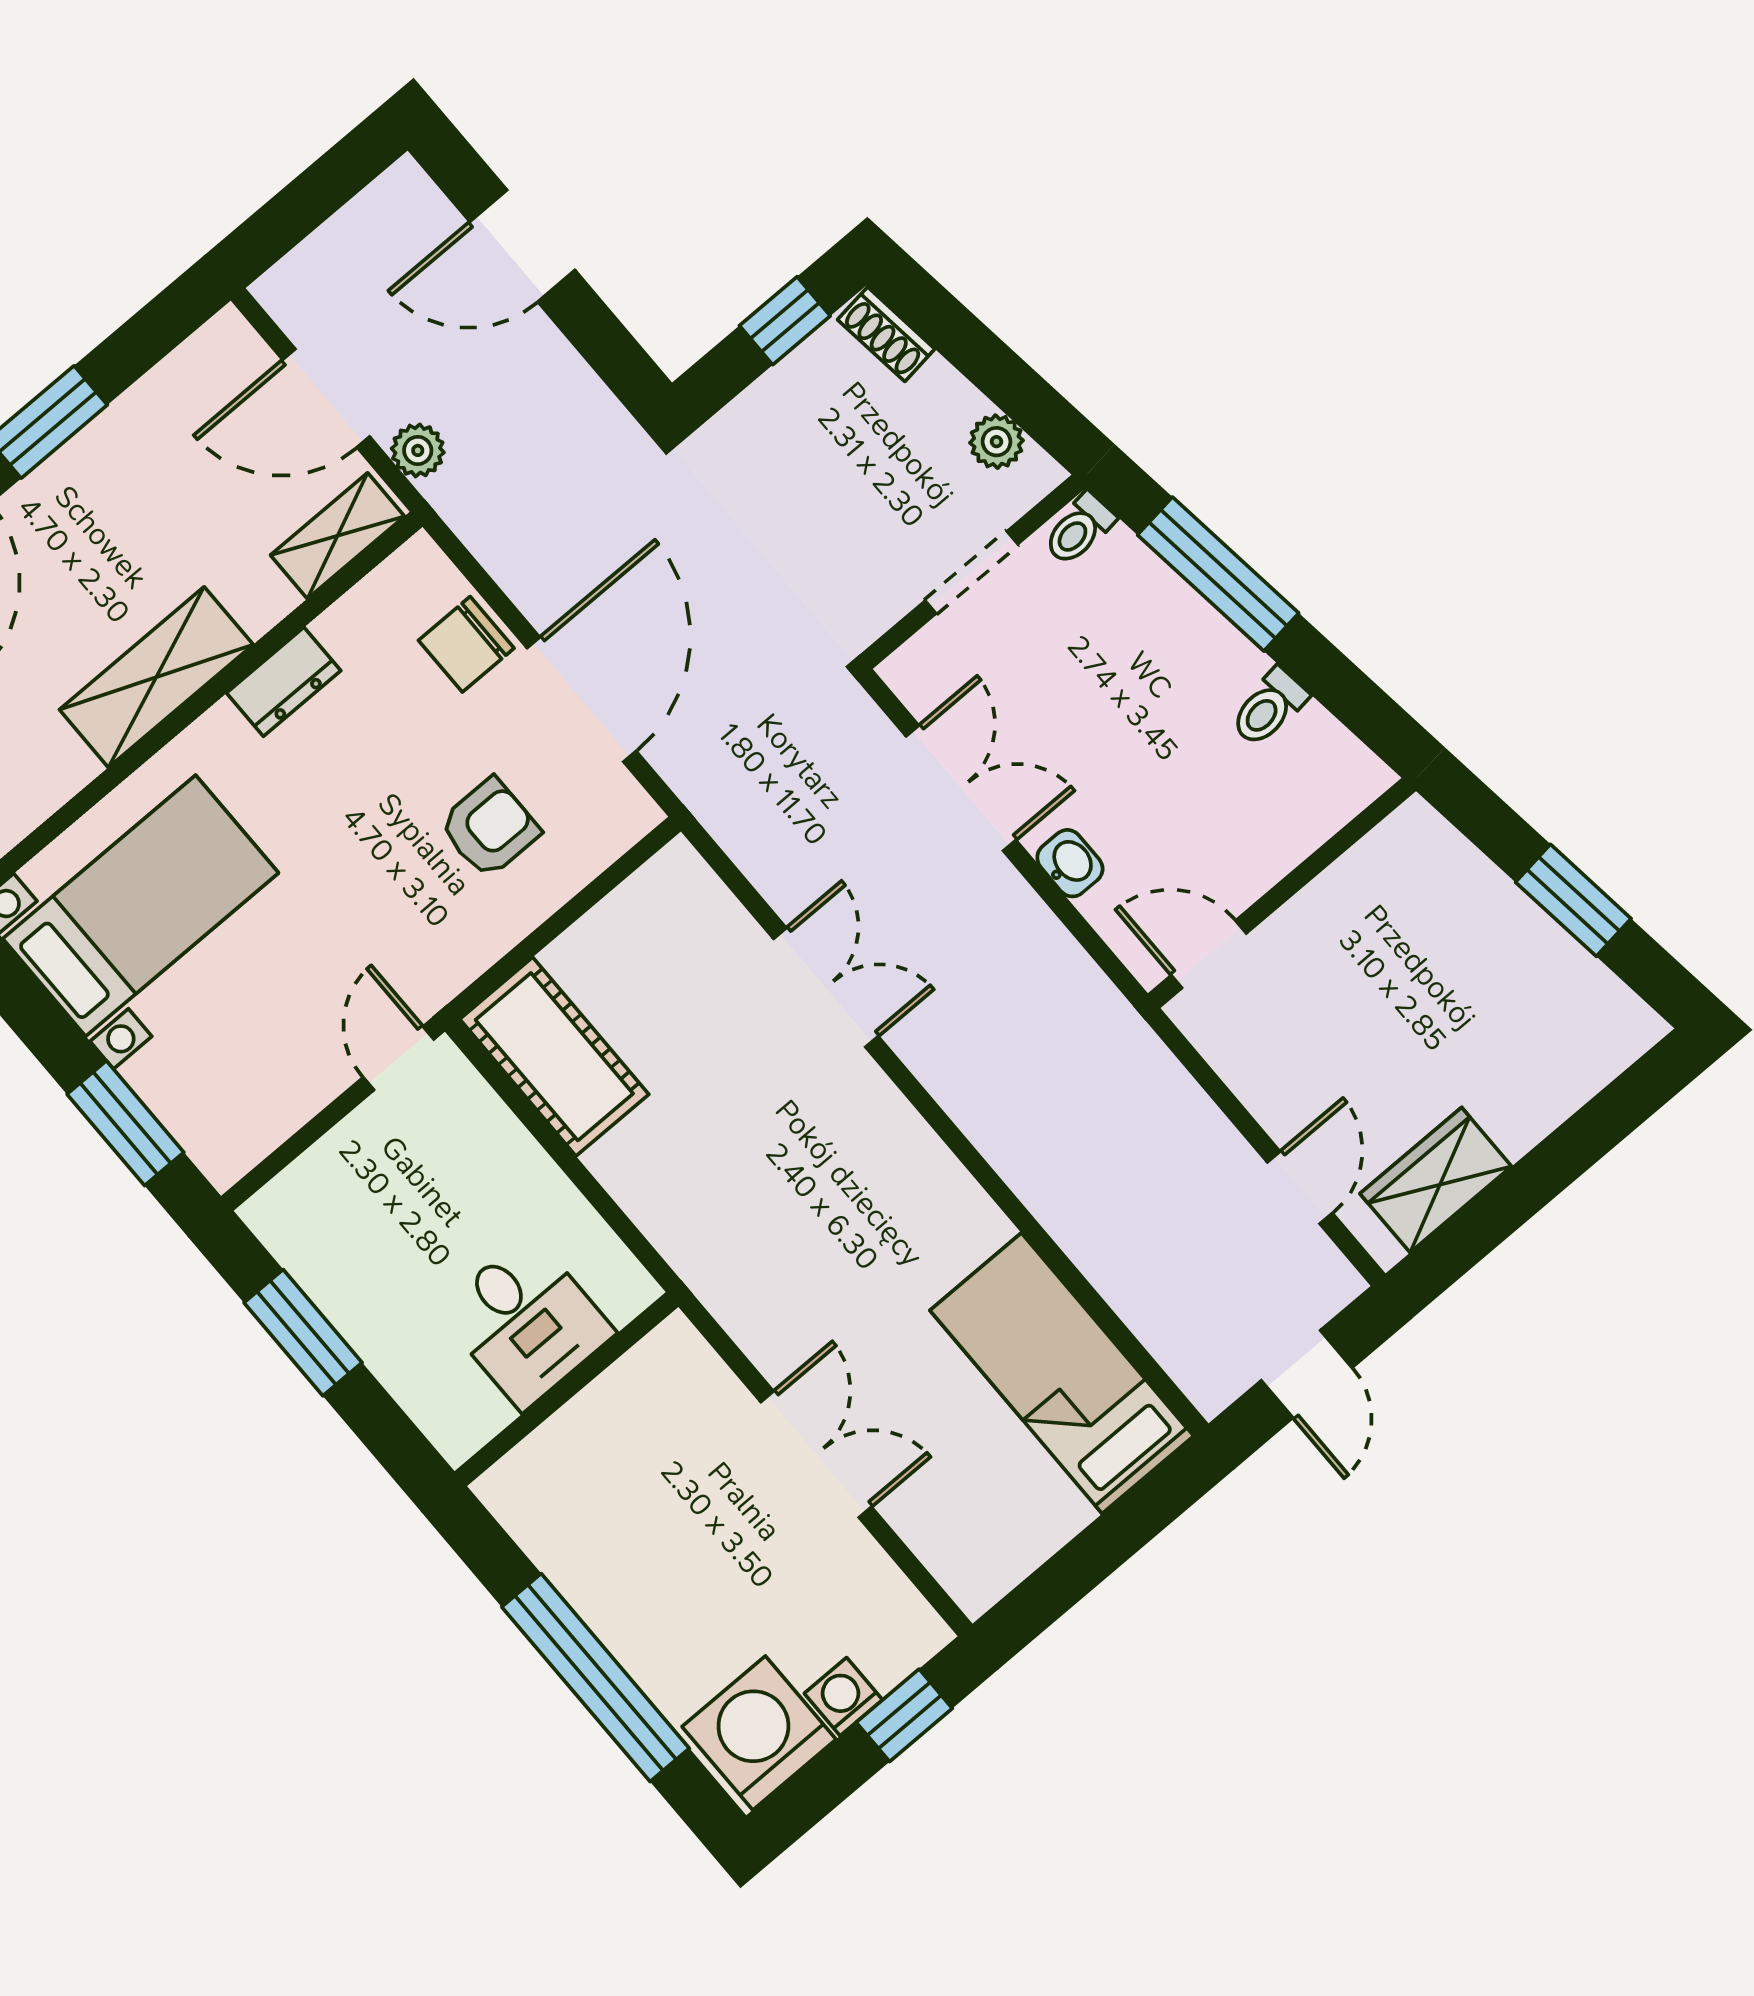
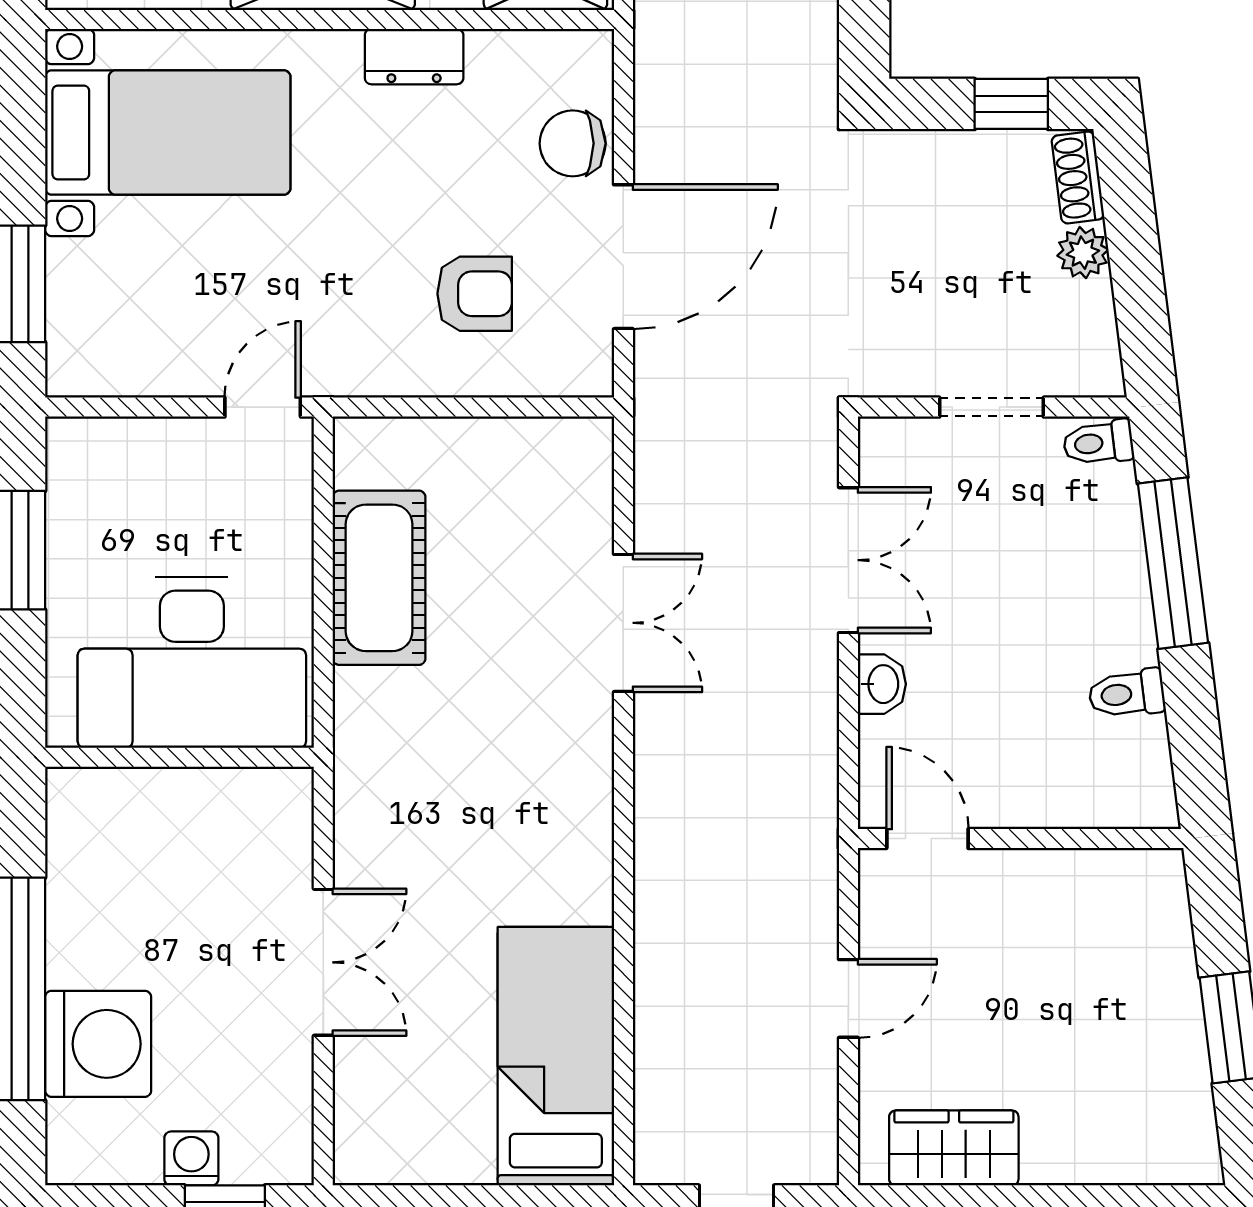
plant: (996, 442) -> (1083, 253), moved
cot: (554, 1057) -> (379, 578), moved
door: (1300, 1188) -> (848, 998), moved
desk: (526, 1322) -> (192, 662), width x1.87, depth x1.30
washing machine: (759, 1733) -> (98, 1044), moved, turned 90

